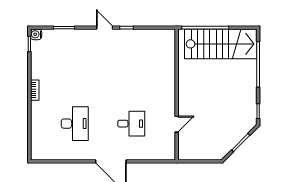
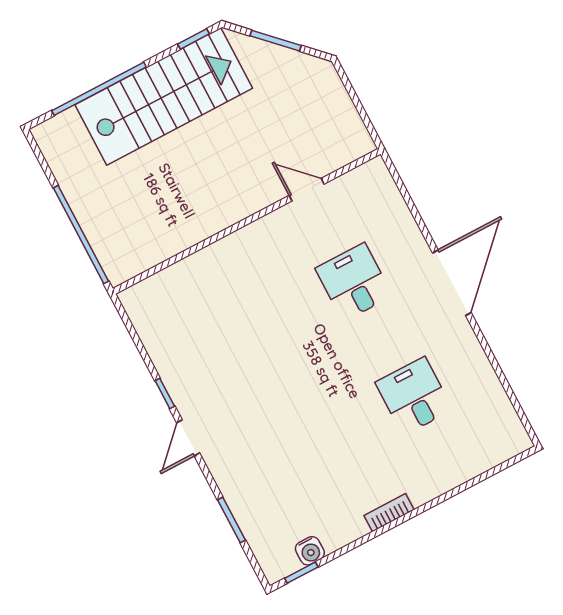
water cooler: (36, 34) -> (310, 551), moved
stairs: (221, 44) -> (164, 96), moved, turned 90
desk: (75, 124) -> (414, 396), width x0.73

